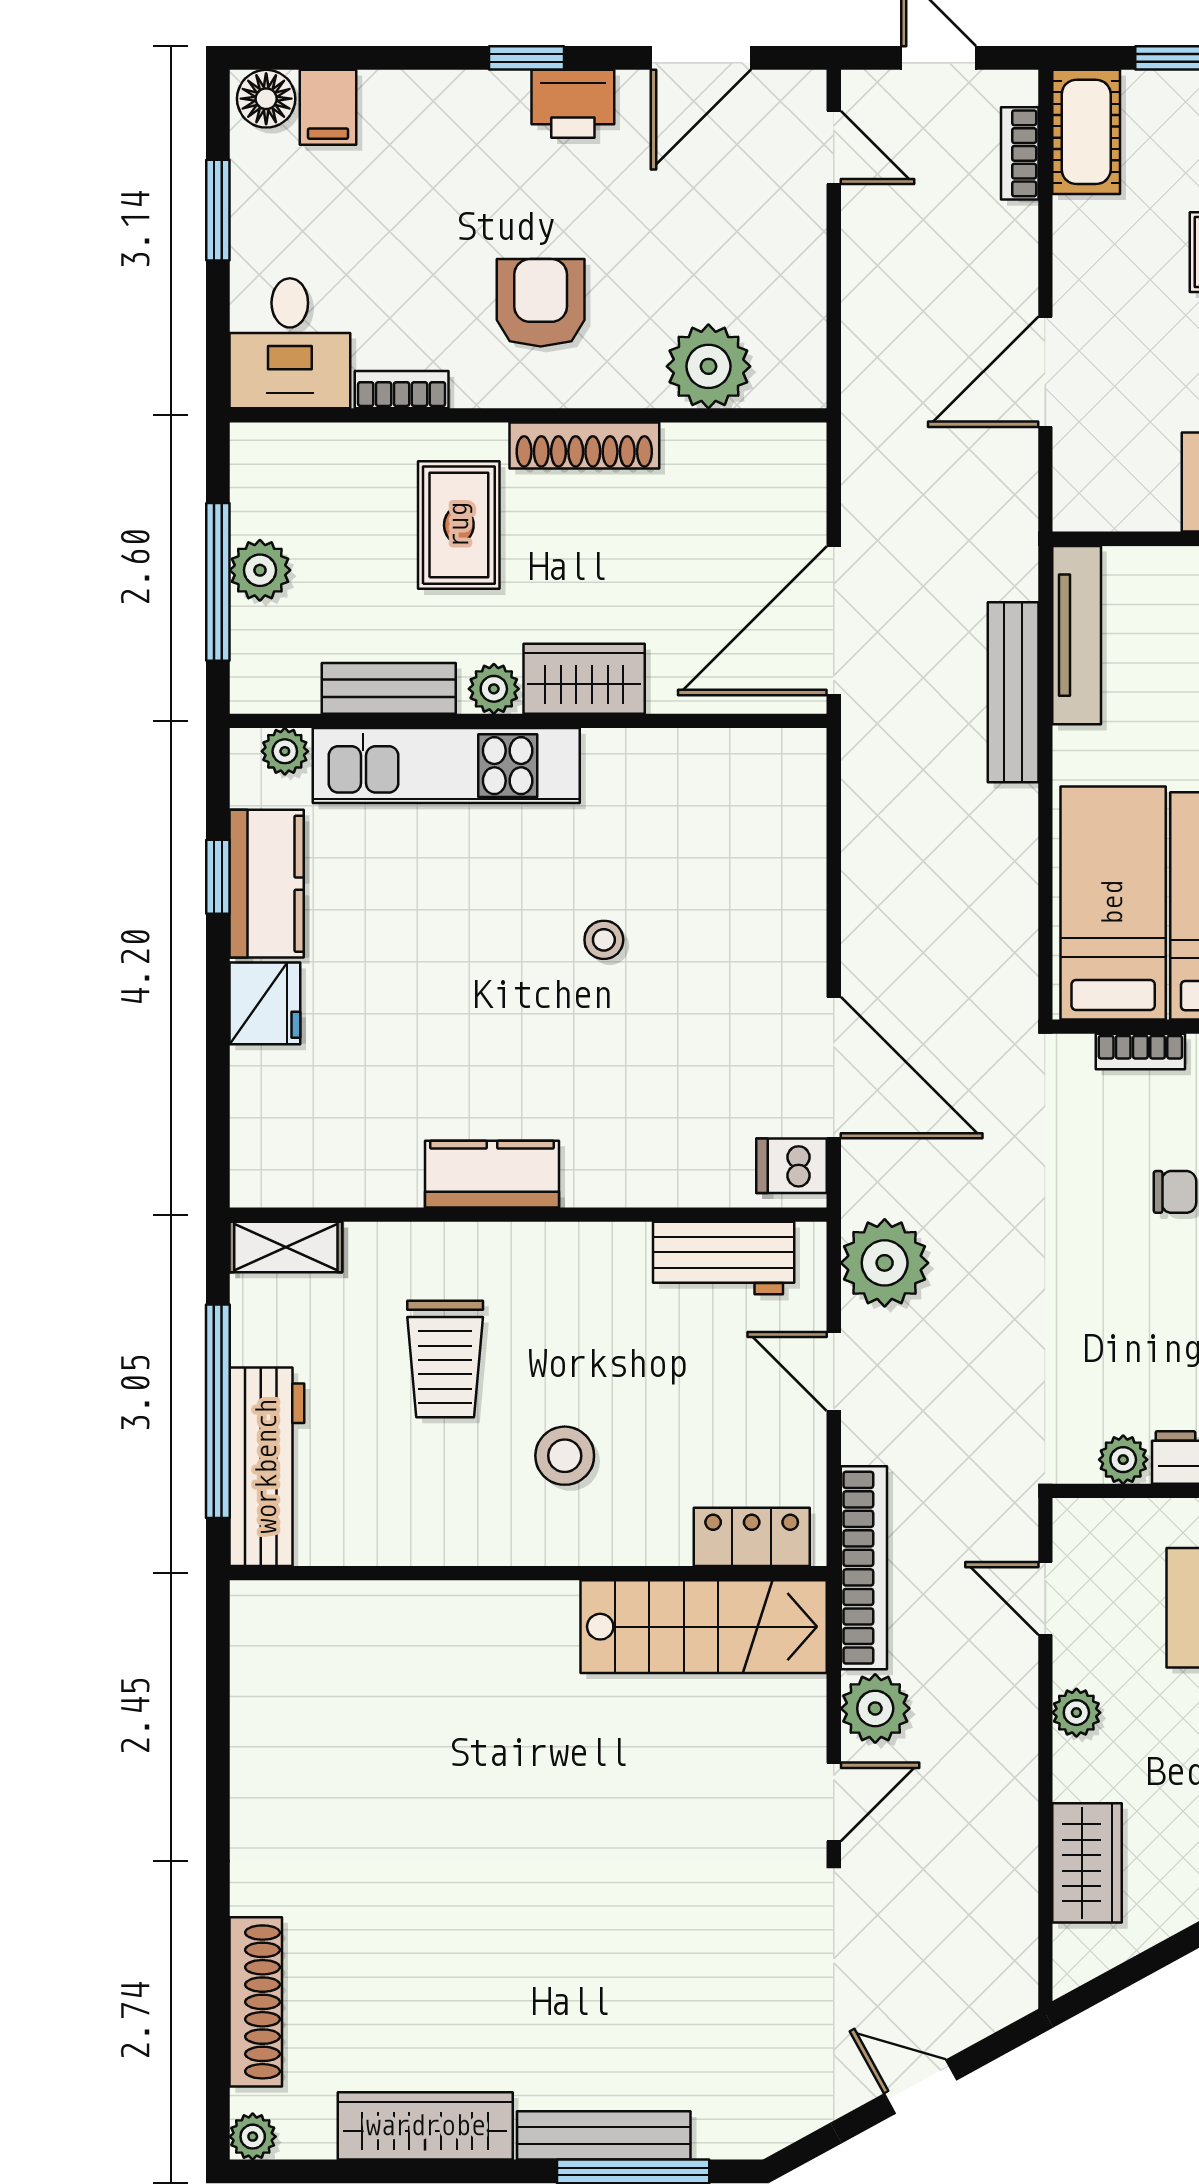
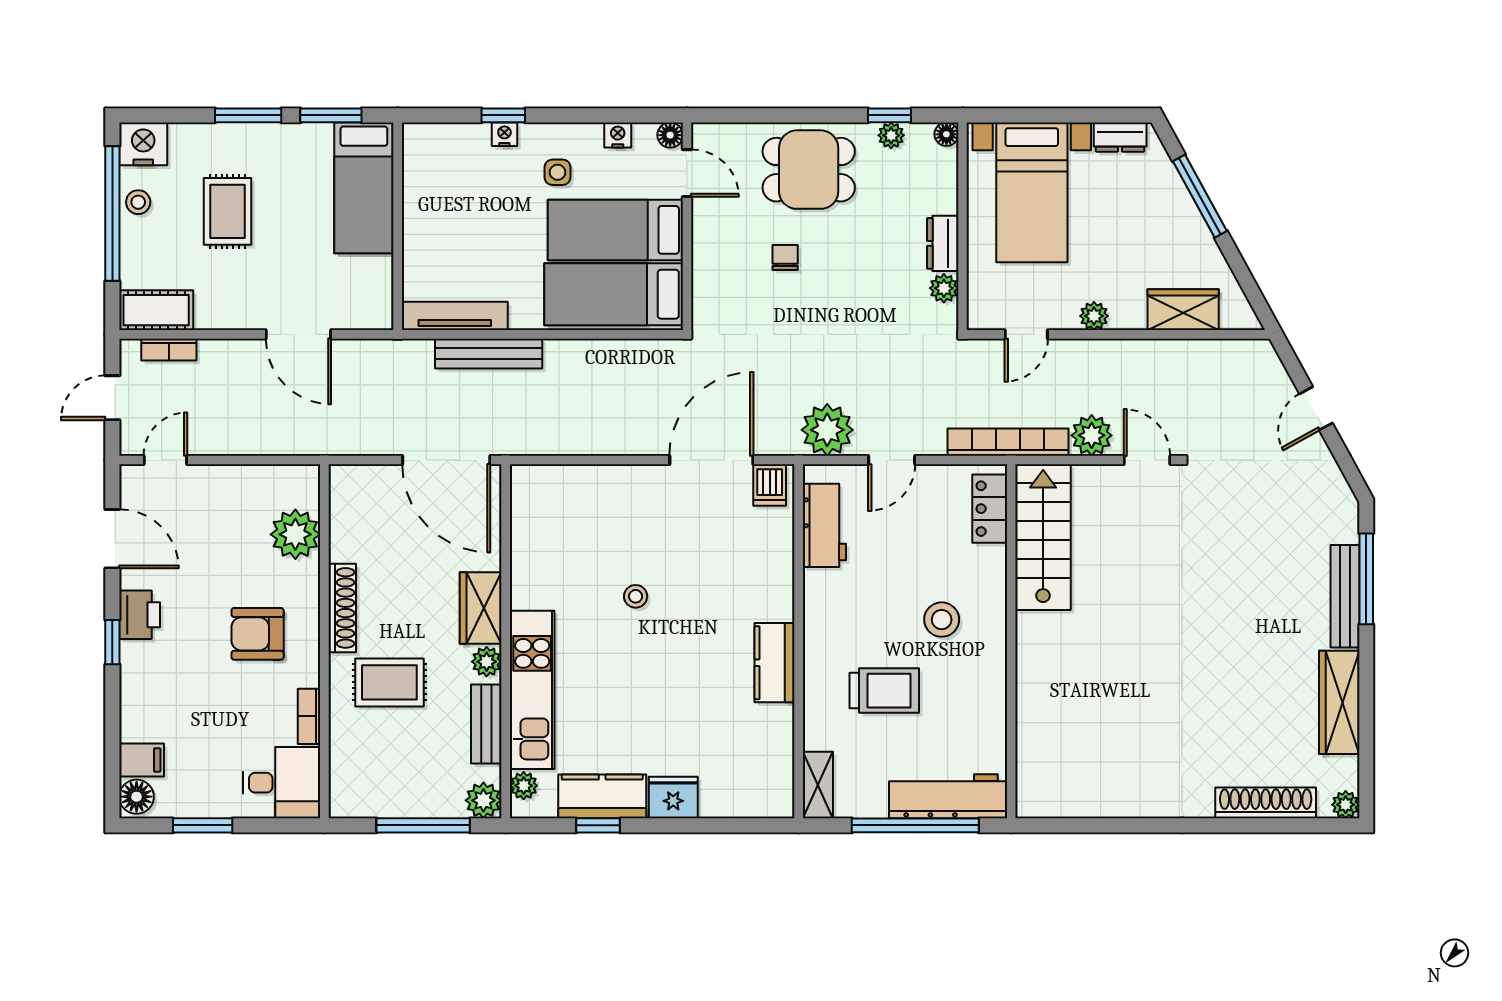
plant: (260, 570) -> (483, 800), moved
bookcase: (1140, 1051) -> (702, 278), removed

